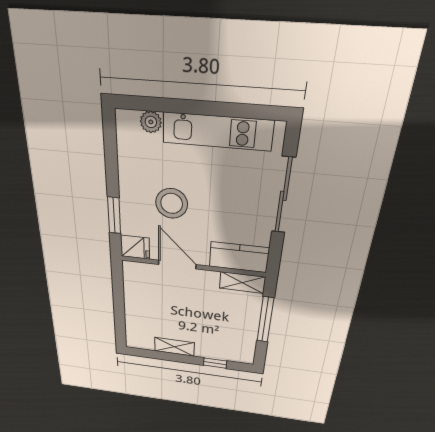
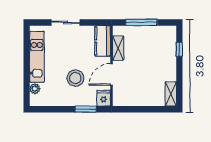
sliding door: (283, 196) -> (65, 22), width x0.73
shelving: (242, 283) -> (118, 48), moved
shelving: (174, 347) -> (171, 94), moved

